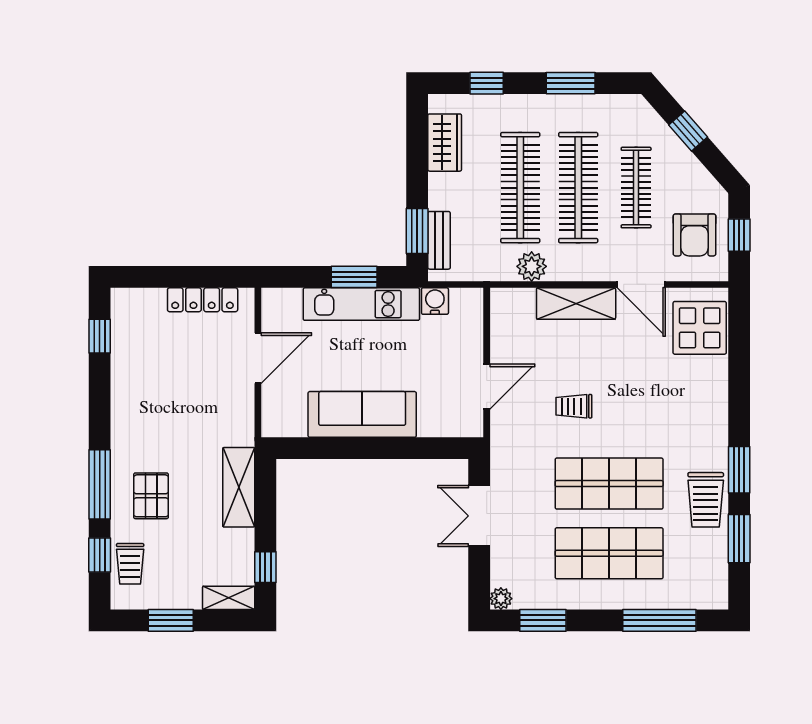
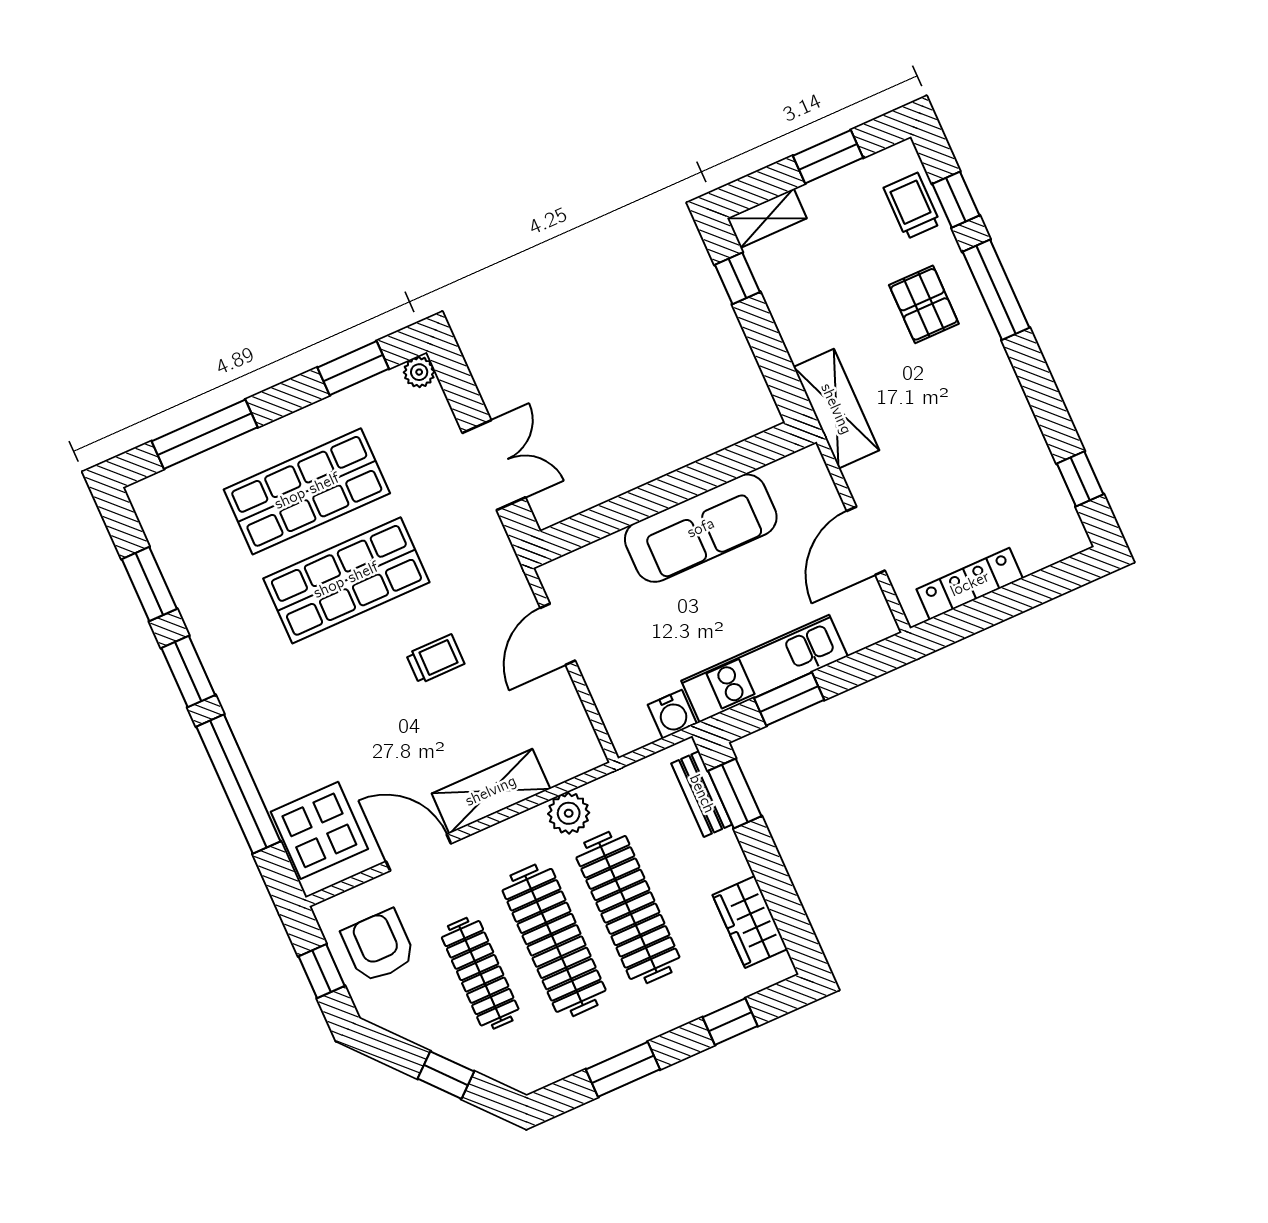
window: (739, 382) -> (238, 784), added
shelving: (239, 487) -> (836, 409), moved
trolley: (706, 500) -> (214, 614), removed

